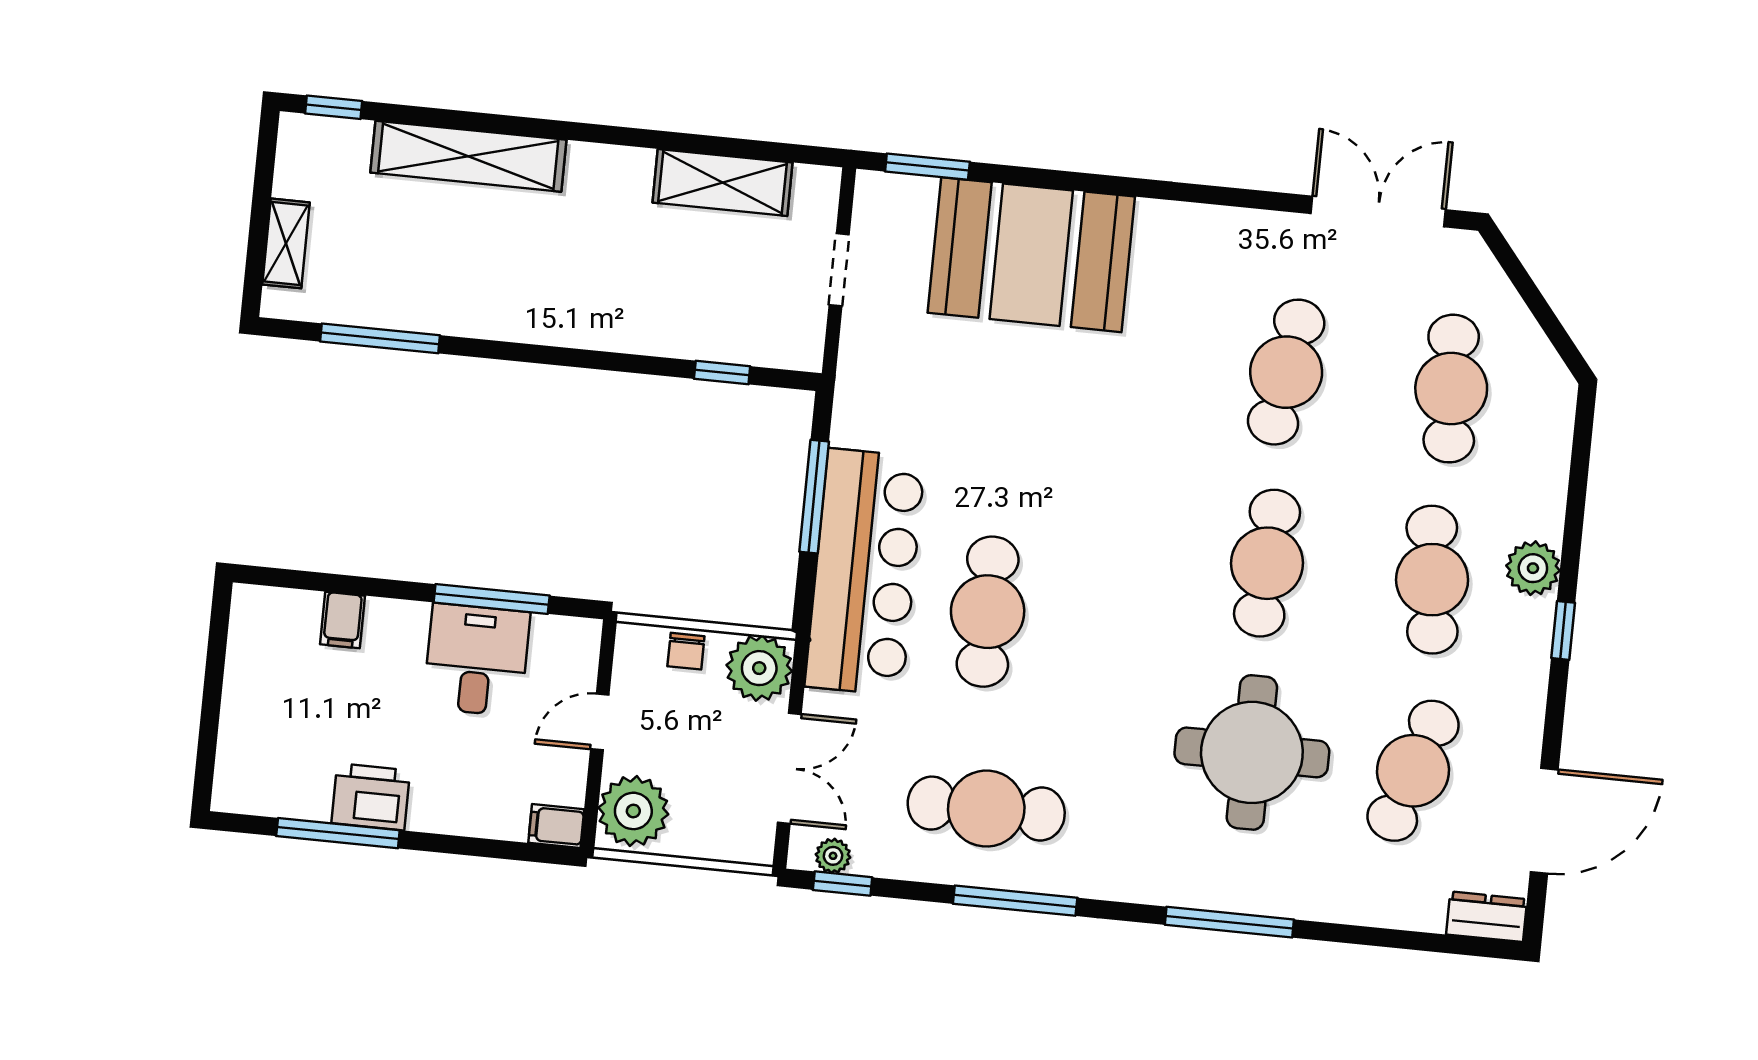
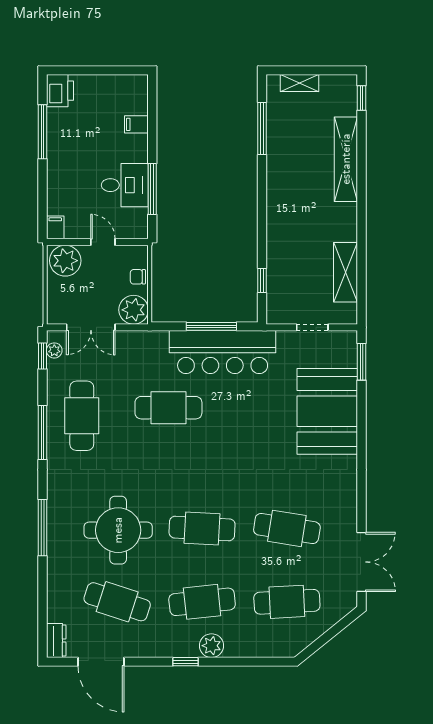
bar counter: (865, 572) -> (223, 352), moved
printer: (371, 797) -> (60, 91), moved

